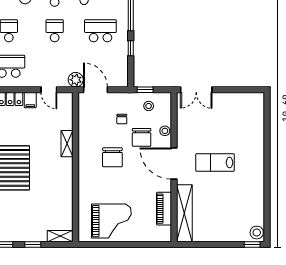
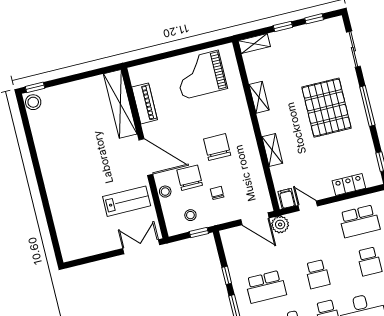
filing cabinet: (30, 100) -> (287, 198), moved
lab bench: (215, 162) -> (127, 201), moved
shelving: (67, 190) -> (259, 97), added

